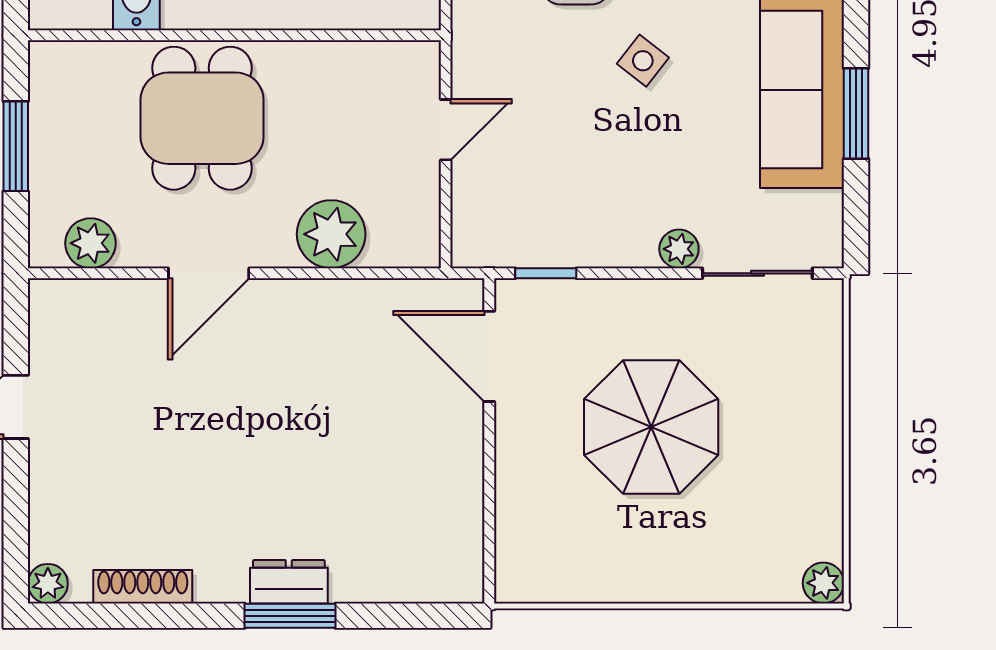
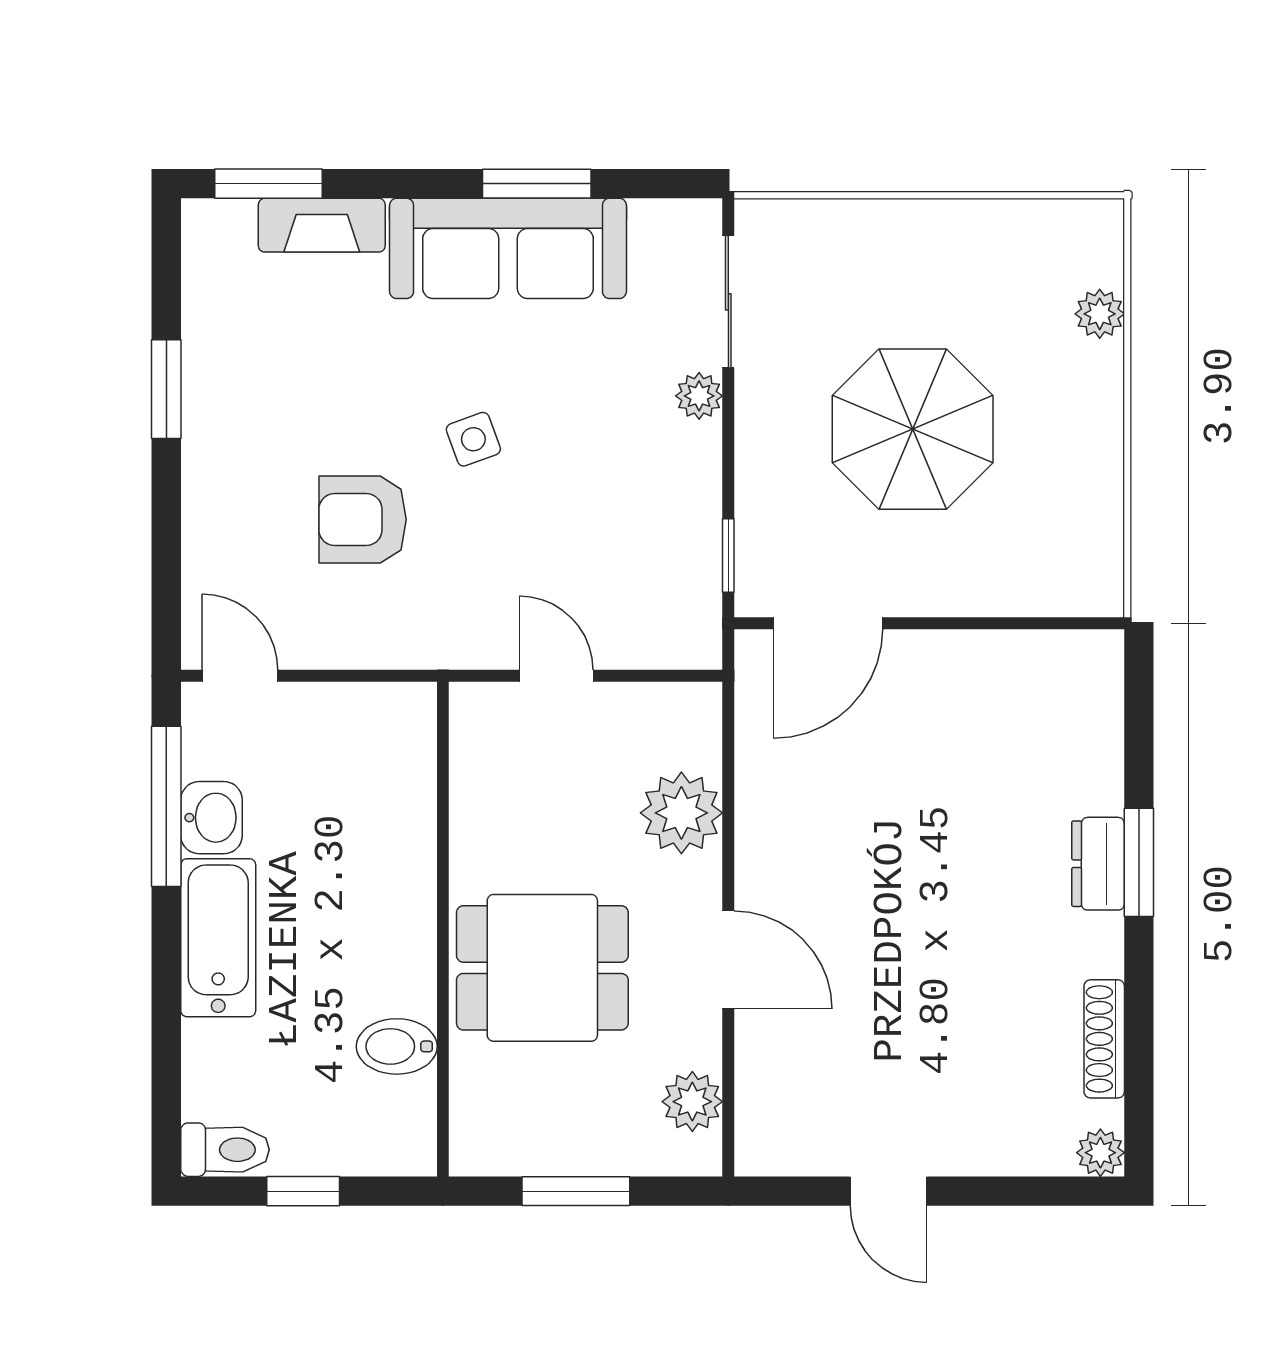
side table: (643, 61) -> (473, 439), turned 32
plant: (823, 583) -> (1100, 314), moved

